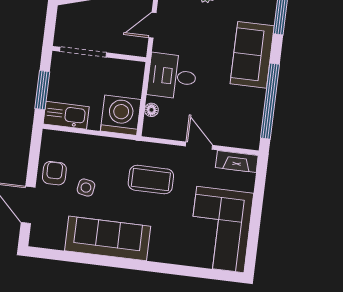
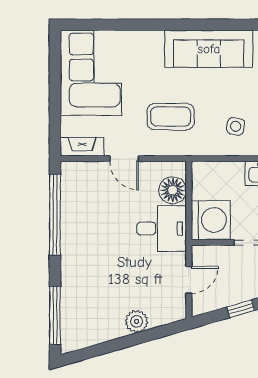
sofa: (252, 55) -> (80, 261), removed
floor lamp: (151, 110) -> (173, 190), width x1.89, depth x1.89
washing machine: (121, 115) -> (211, 220), moved, turned -90
side table: (86, 188) -> (236, 126), moved

